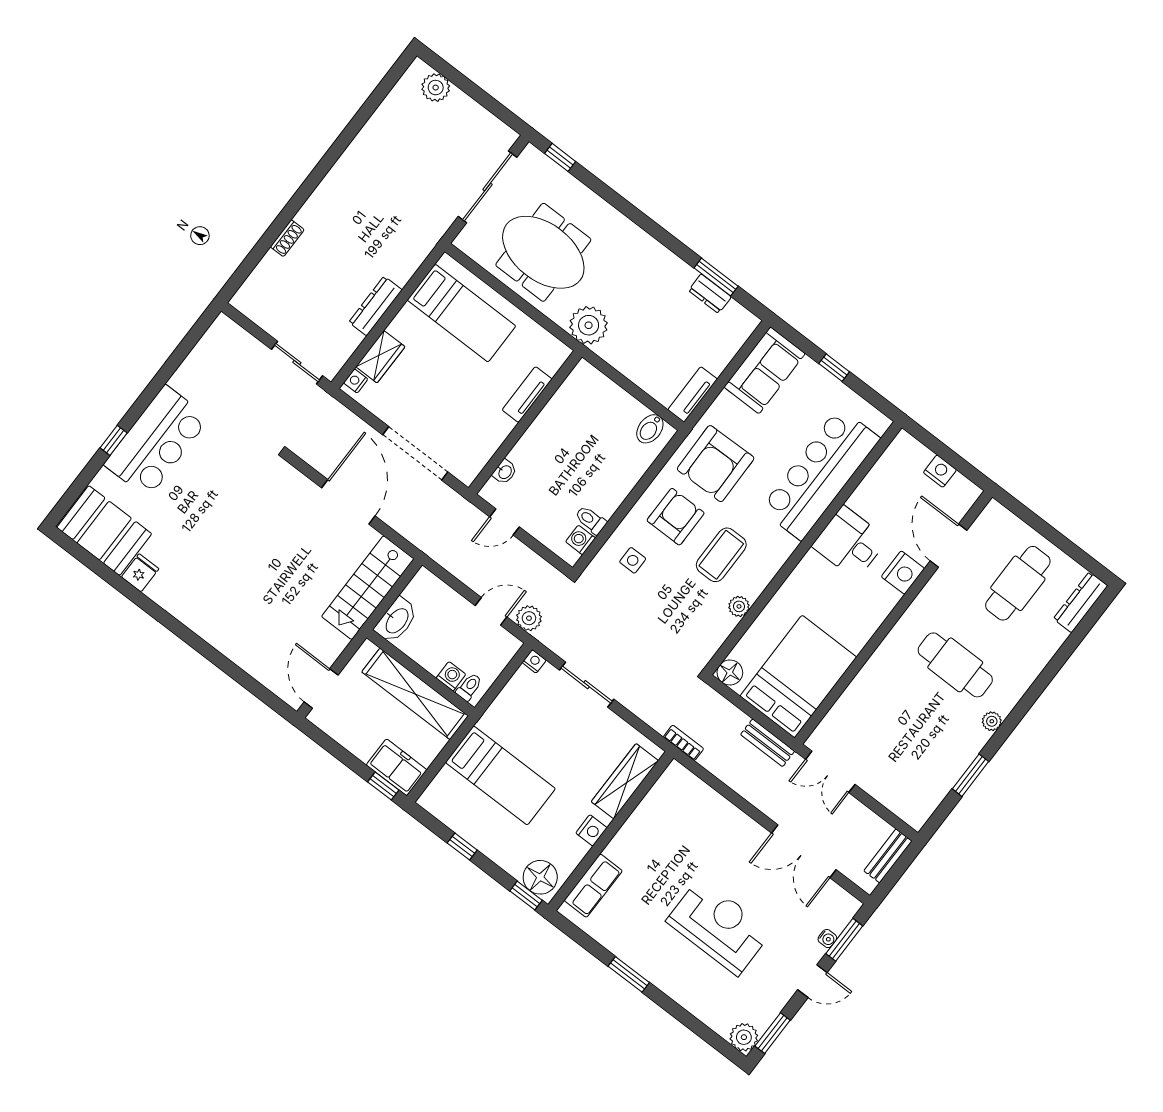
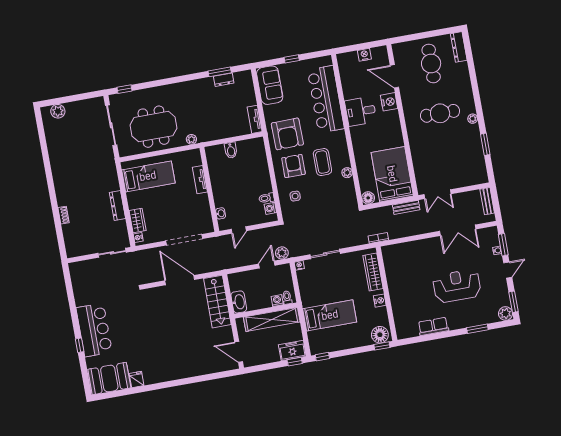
plant: (589, 325) -> (191, 139), width x0.53, depth x0.53
bidet: (650, 429) -> (231, 150), moved
window: (462, 847) -> (322, 357), moved
row of seats: (593, 886) -> (433, 326), moved, turned -90
window: (629, 974) -> (477, 329), moved

